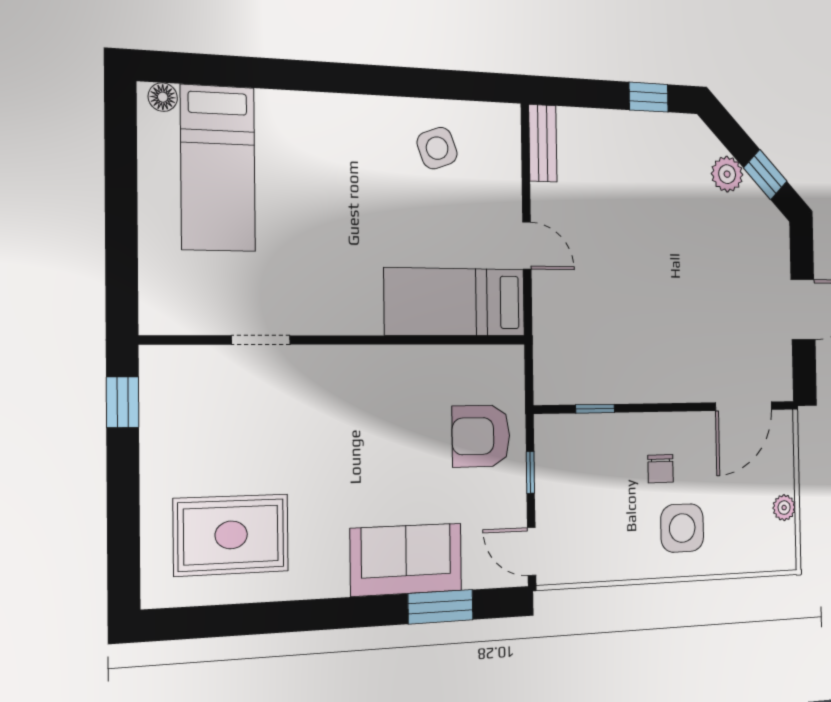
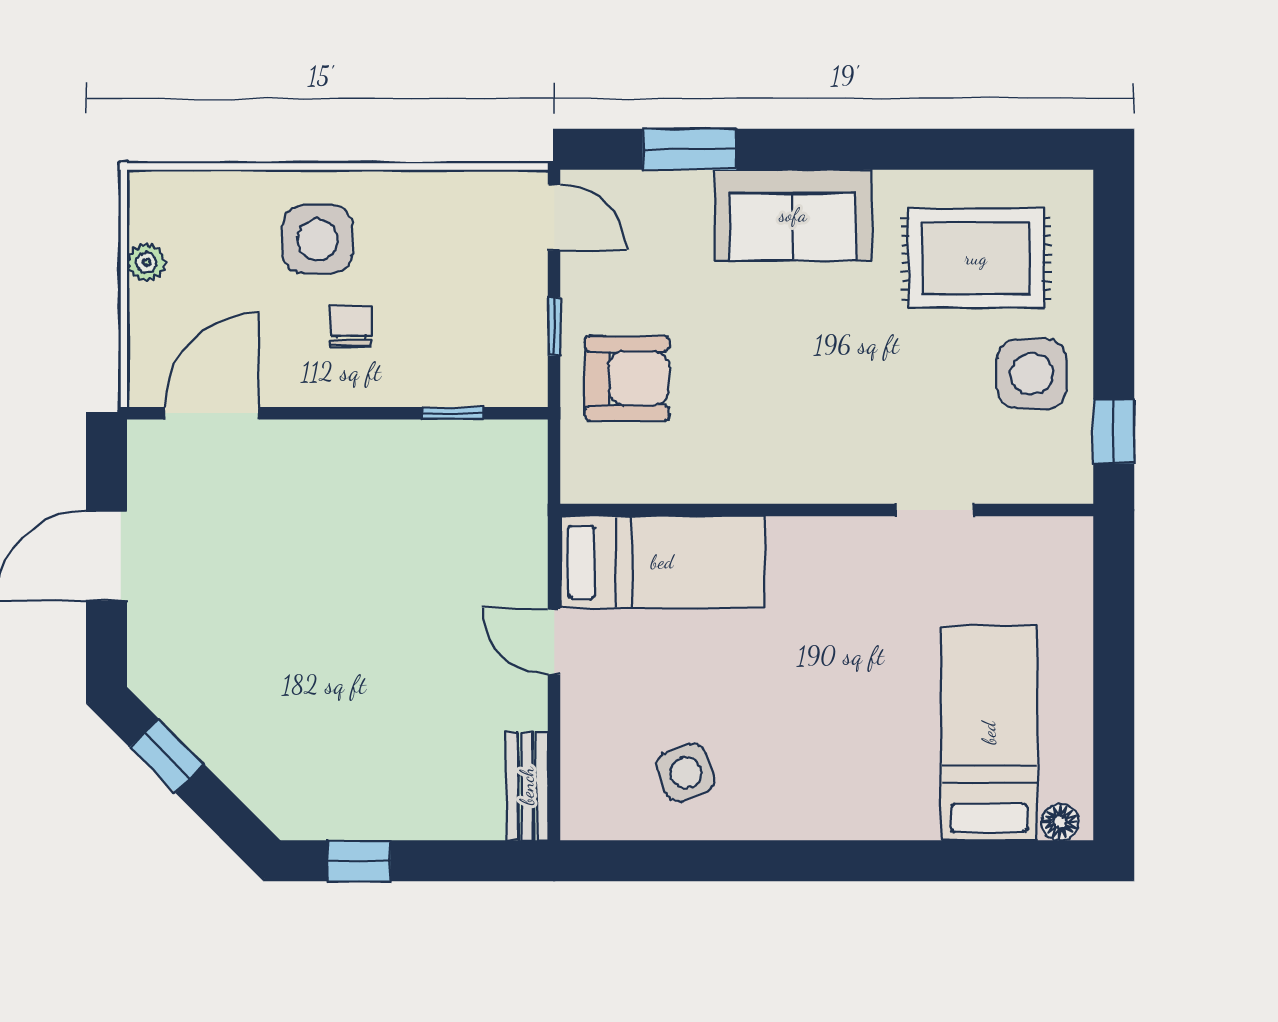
plant: (727, 174) -> (232, 754), removed
side table: (187, 446) -> (1032, 374), added
sofa: (406, 560) -> (793, 215), moved

